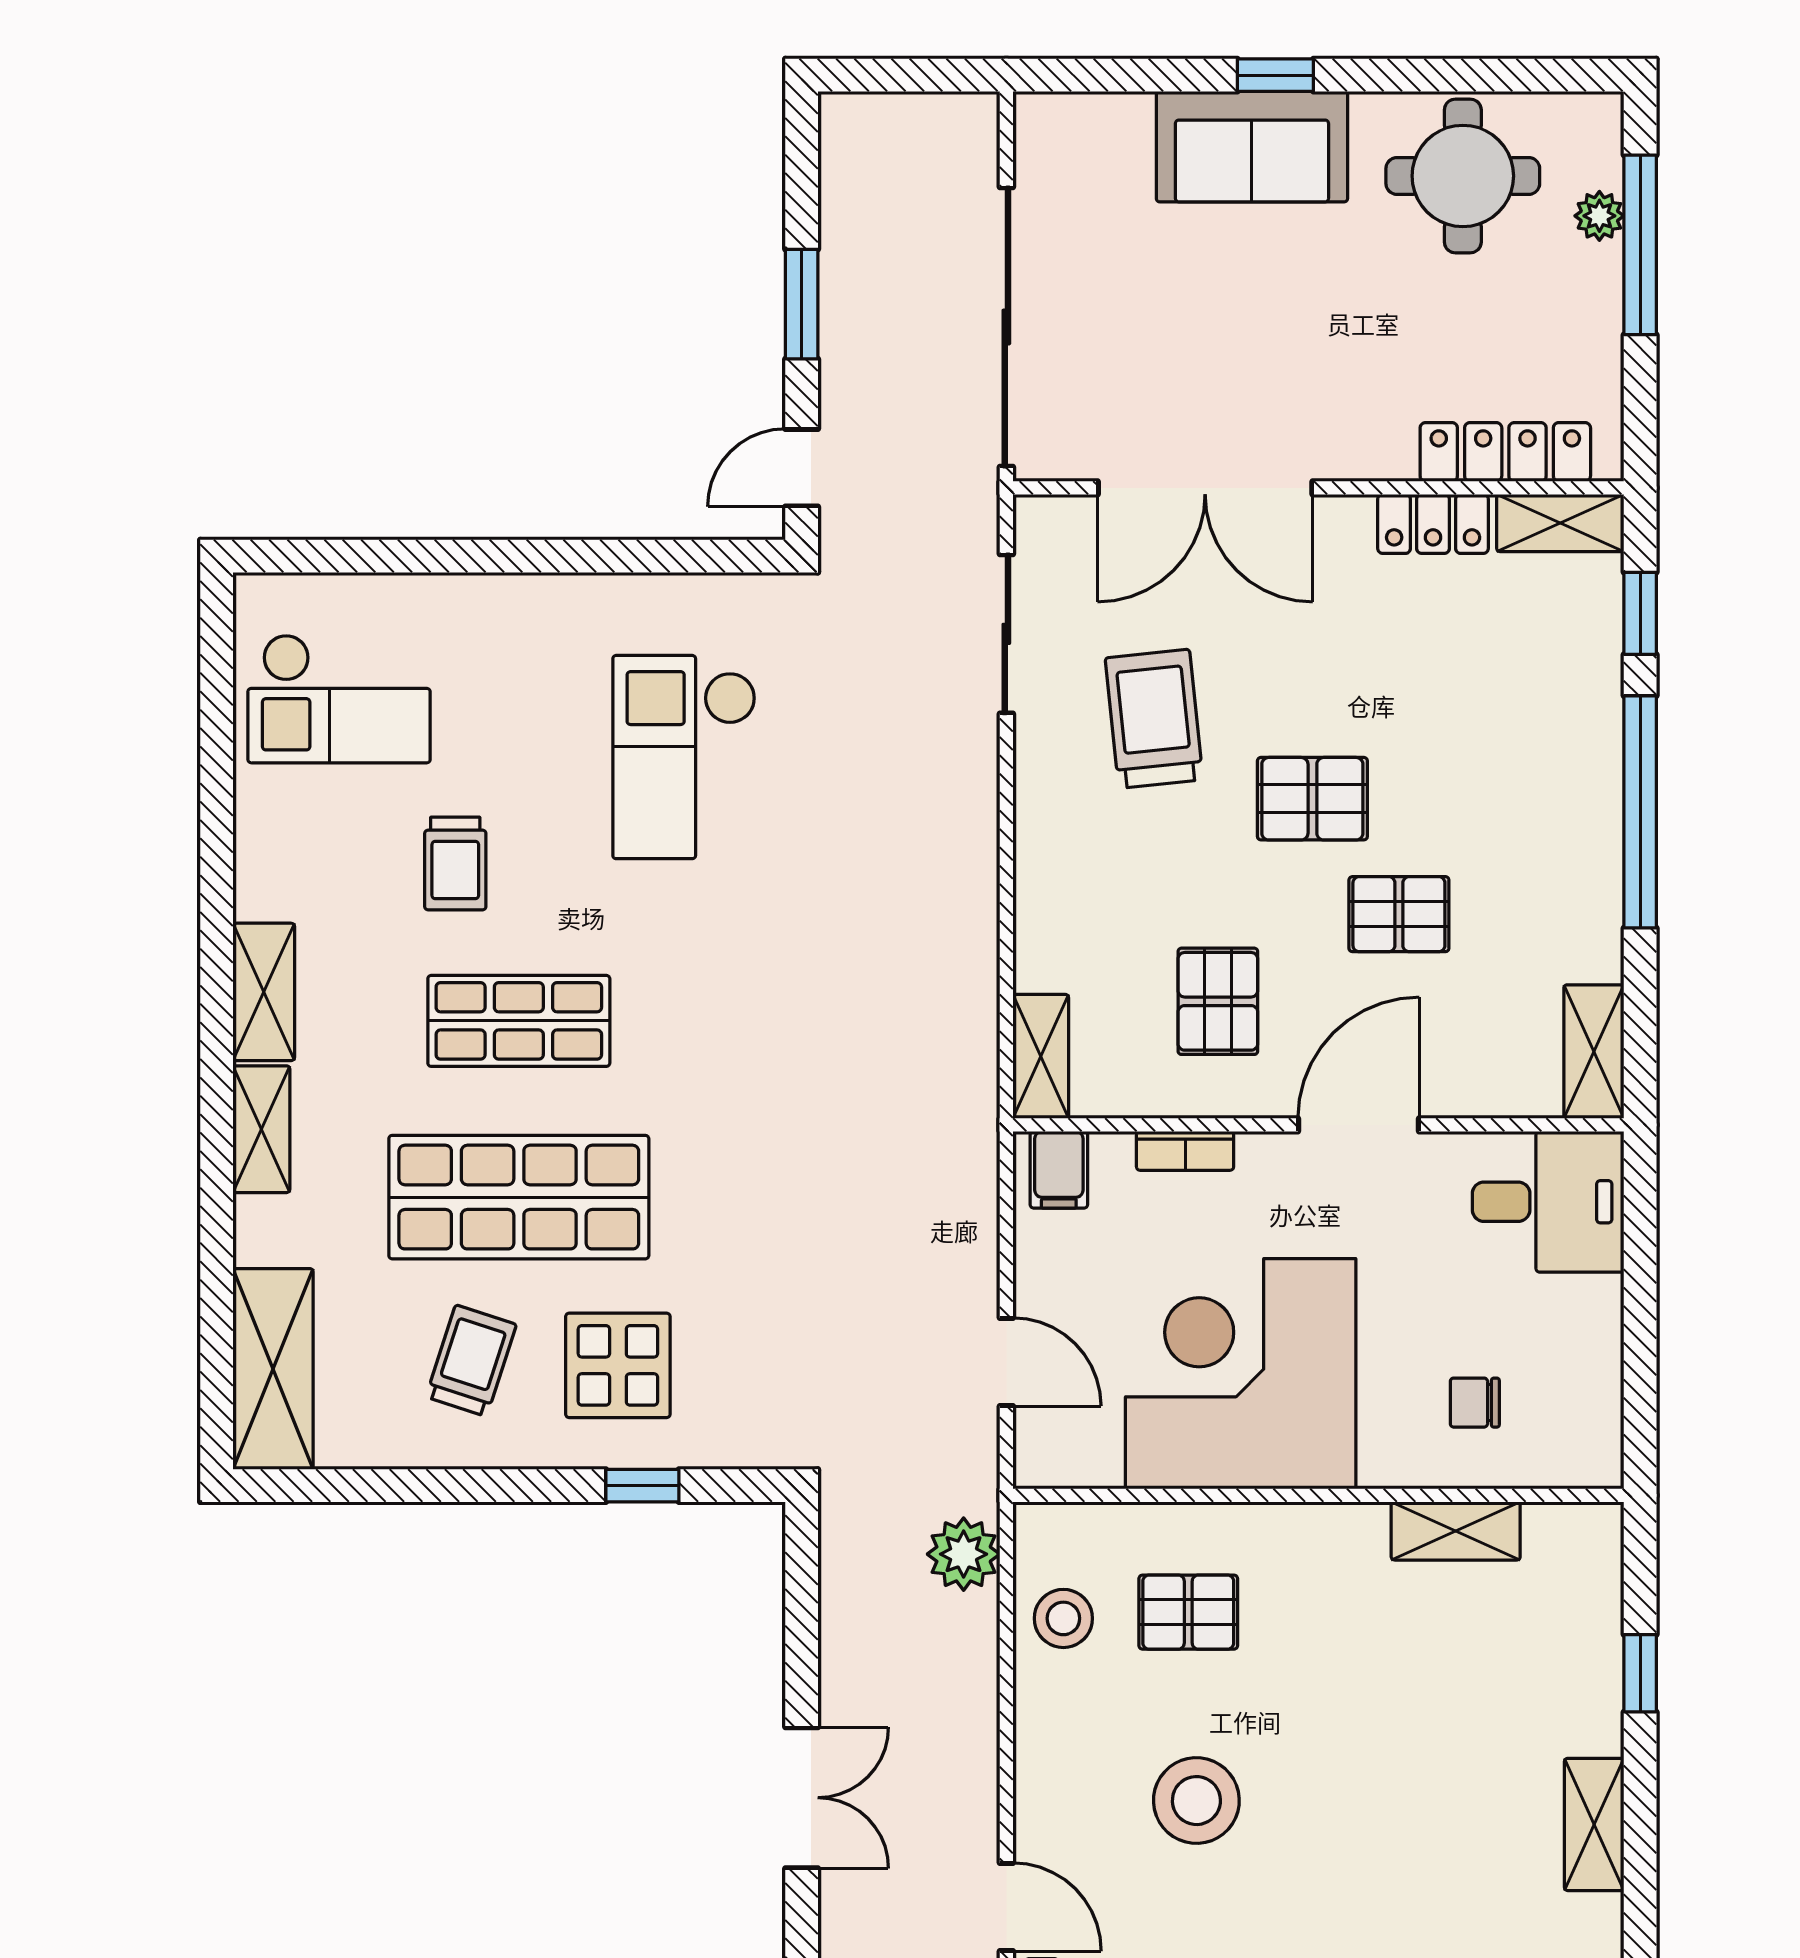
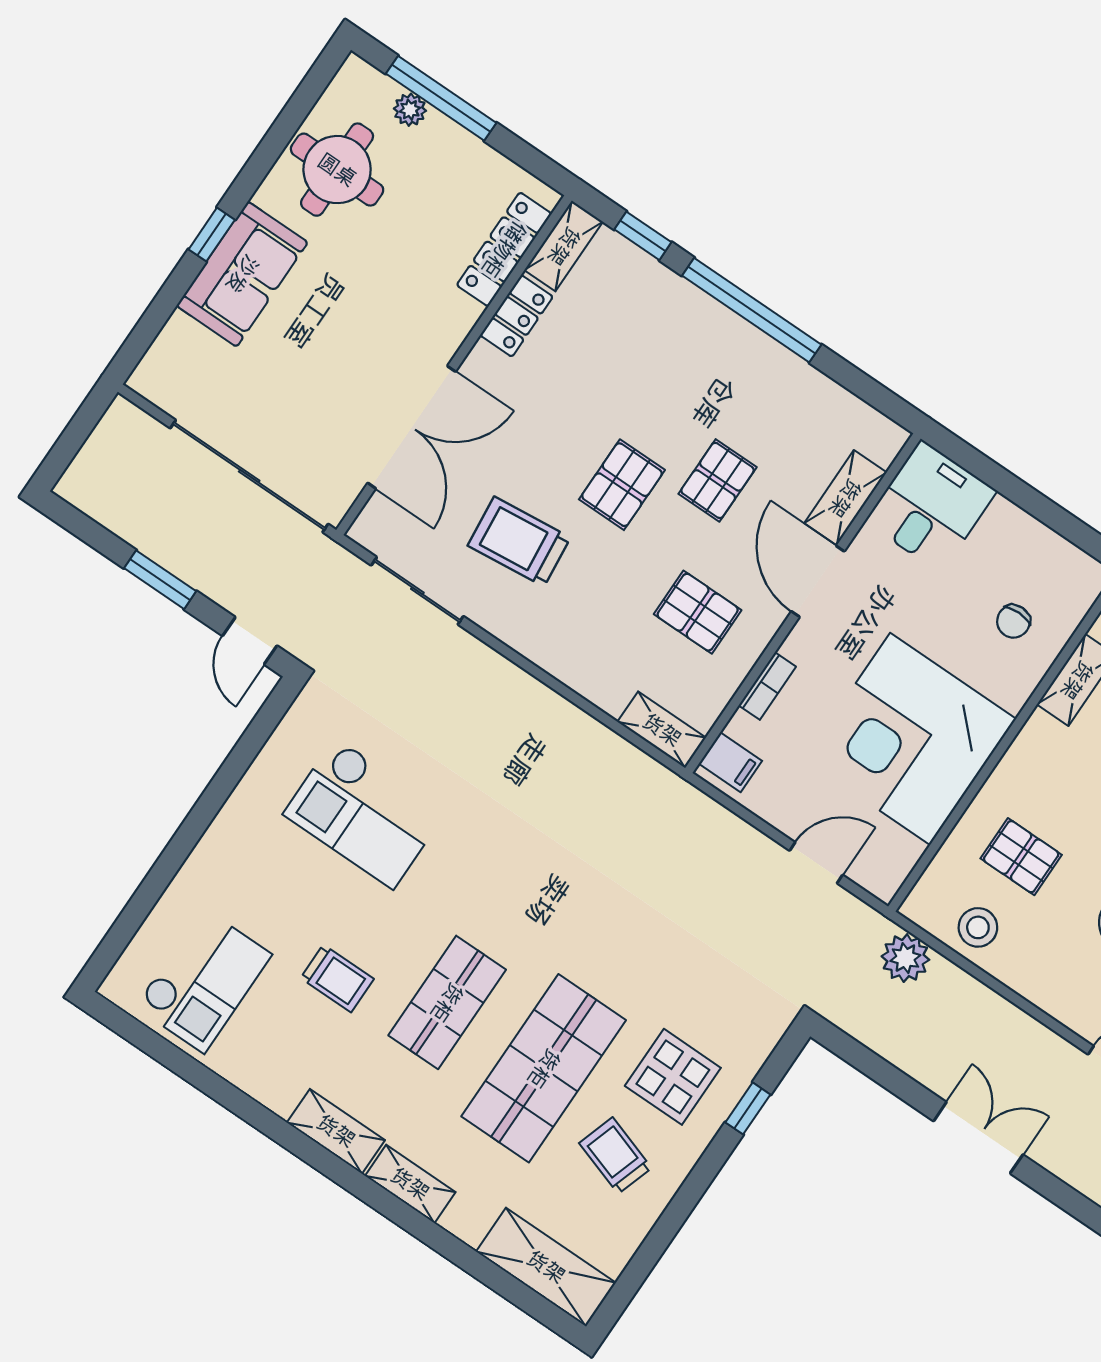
shelving: (1594, 1052) -> (845, 498), moved, turned 90
pallet: (1188, 1612) -> (1021, 857), turned 90

